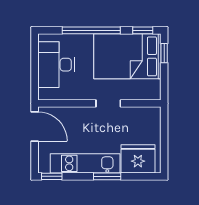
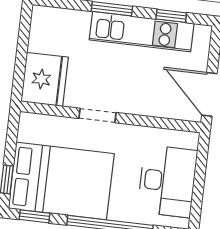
fridge: (138, 159) -> (45, 79), moved, turned -90
window: (52, 176) -> (171, 16), moved

